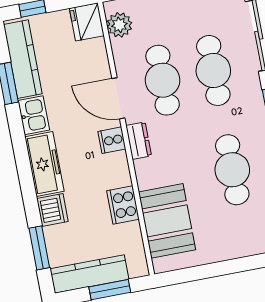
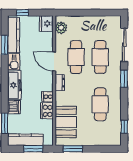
cooker: (112, 140) -> (47, 97), moved
window: (193, 274) -> (73, 149), added

